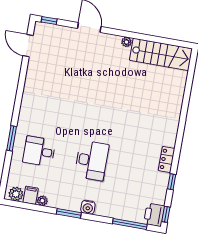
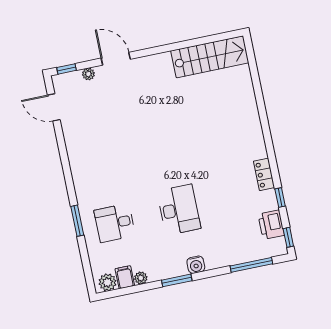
plant: (126, 42) -> (88, 74), moved
printer: (154, 215) -> (271, 225), moved

